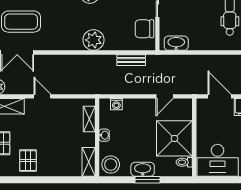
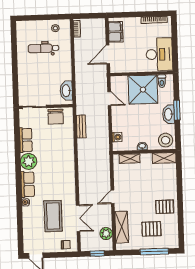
plant: (94, 40) -> (66, 157), removed

